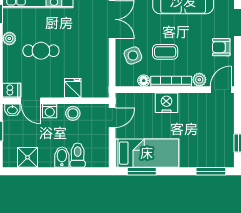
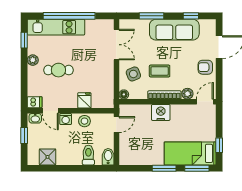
floor lamp: (144, 81) -> (124, 94), moved
bed: (147, 153) -> (190, 153), moved, turned 180
bidet: (62, 157) -> (108, 157), moved
window: (142, 171) -> (164, 168), moved

